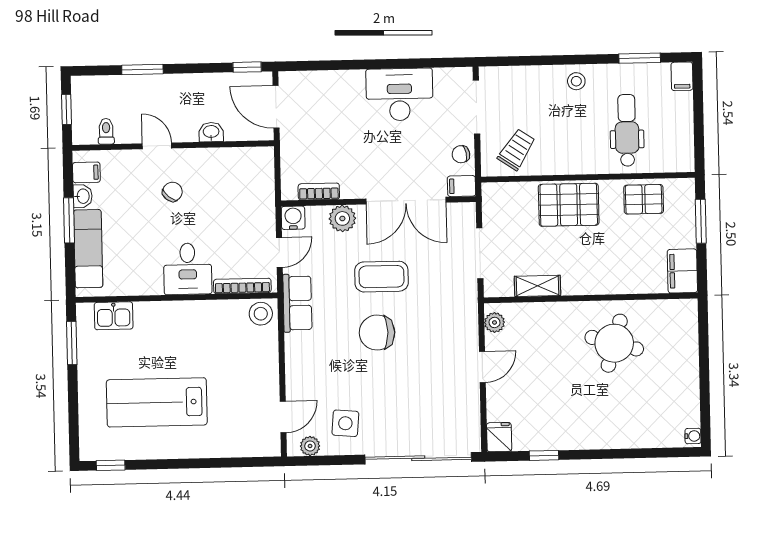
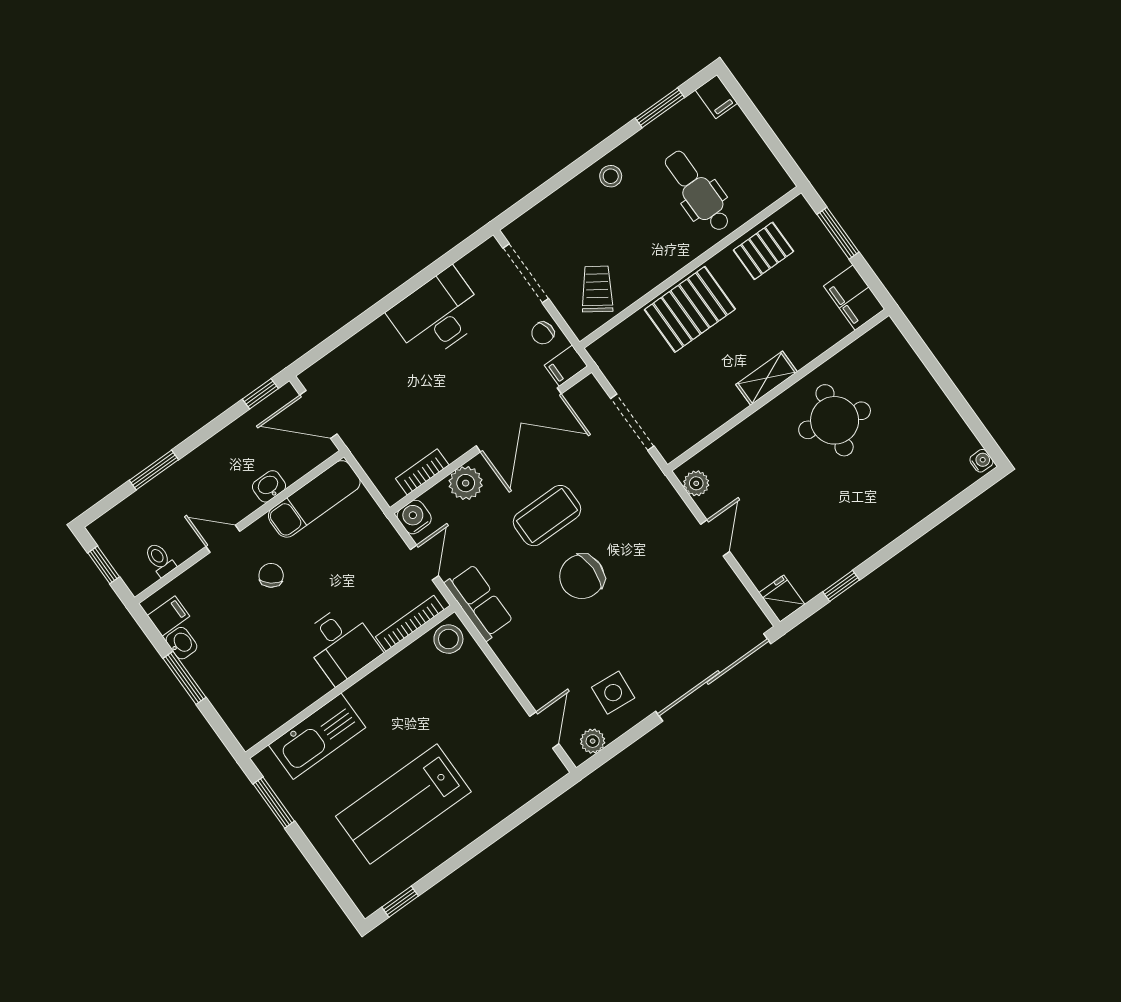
exam couch: (88, 249) -> (314, 499), moved, turned 90
shelving: (537, 286) -> (767, 378), moved
kitchen sink: (114, 316) -> (317, 736), width x1.87, depth x1.24

